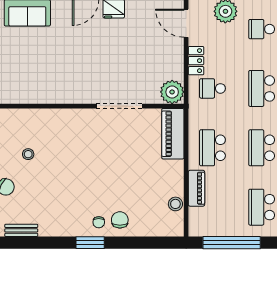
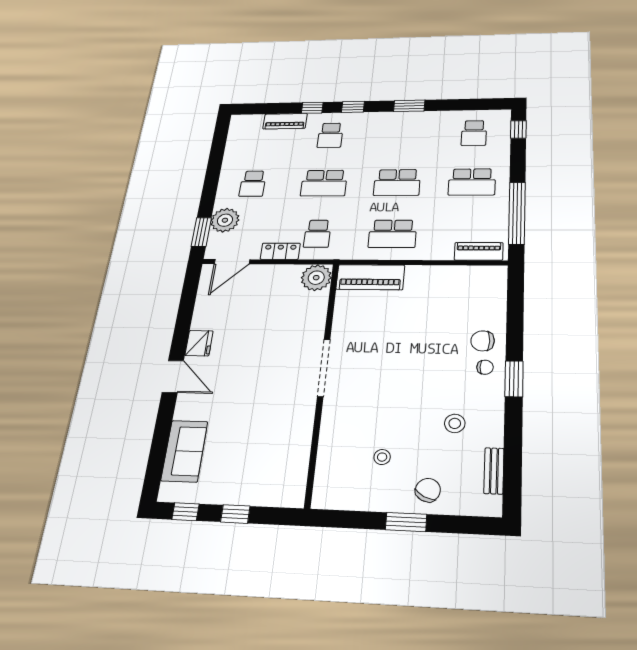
doorway: (119, 106) -> (324, 368), moved
piano: (196, 188) -> (479, 251), moved
stool: (175, 204) -> (455, 423), moved

